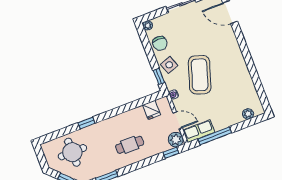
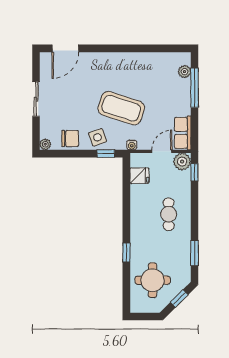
window: (215, 136) -> (195, 88), moved

